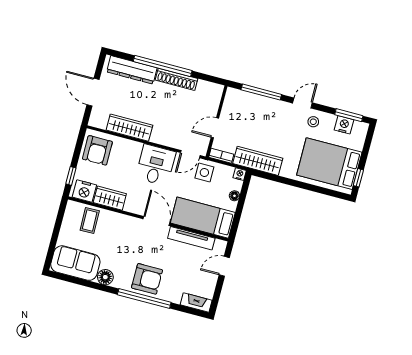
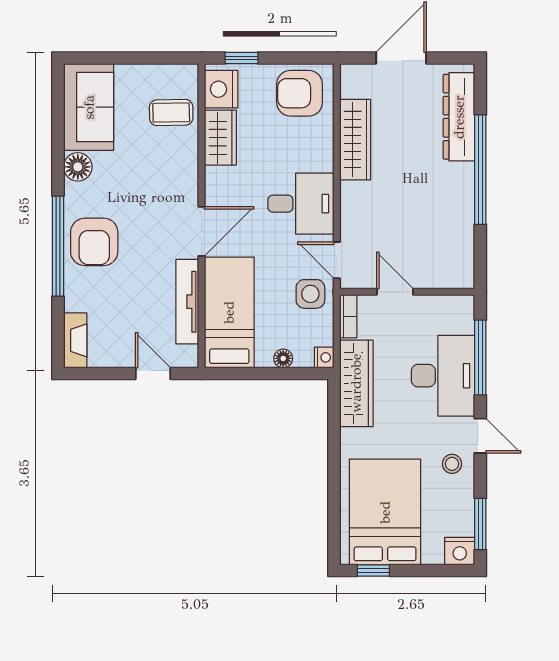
shoe rack: (177, 79) -> (463, 201), removed
desk: (266, 114) -> (443, 376), added
nightstand: (344, 125) -> (460, 551), moved, turned 90

